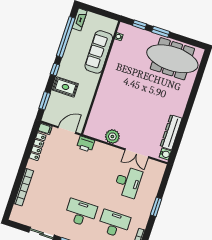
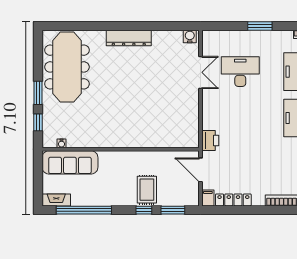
sofa: (99, 52) -> (70, 162), moved
window: (55, 70) -> (144, 210), moved
dresser: (171, 132) -> (129, 38), moved
plant: (112, 137) -> (190, 110), removed

